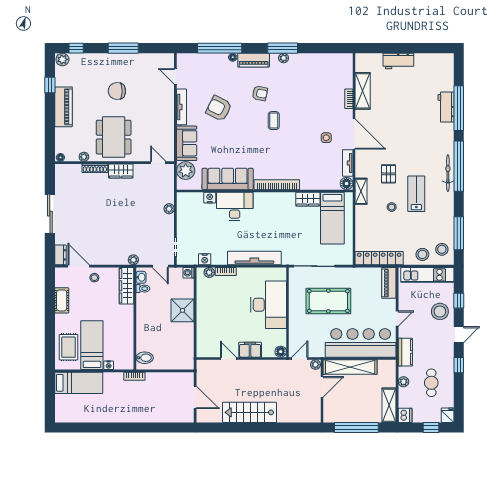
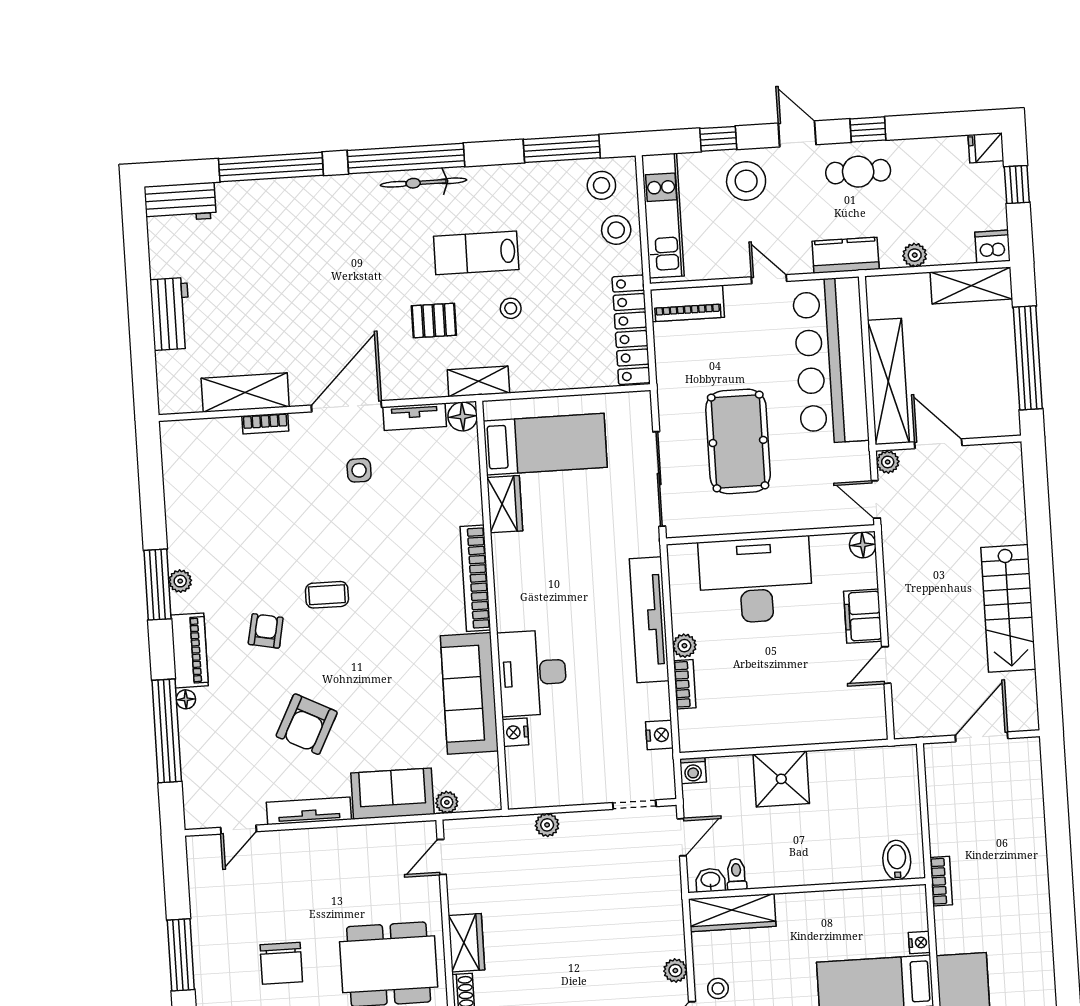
workbench: (446, 107) -> (180, 202), moved
plant: (186, 171) -> (447, 802), width x0.53, depth x0.53
plant: (133, 260) -> (675, 971), moved
plant: (209, 272) -> (684, 646), moved
cafe table: (431, 383) -> (858, 172), moved

